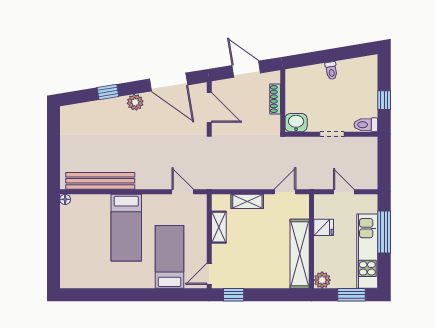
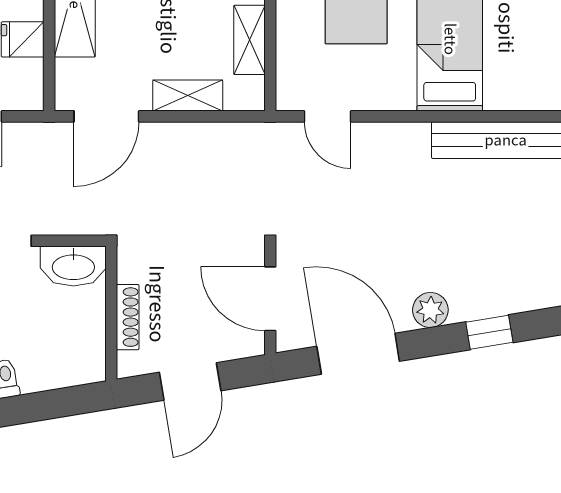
door: (246, 69) -> (190, 381), hinge flipped
washbasin: (296, 123) -> (73, 266), width x1.38
door: (285, 192) -> (106, 116), width x1.38

